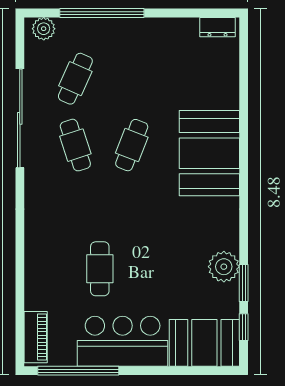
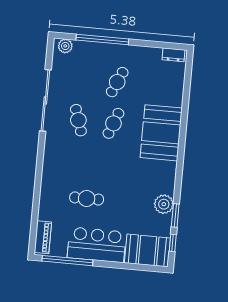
cafe table: (75, 79) -> (117, 82), moved
cafe table: (100, 269) -> (87, 198), turned 90

